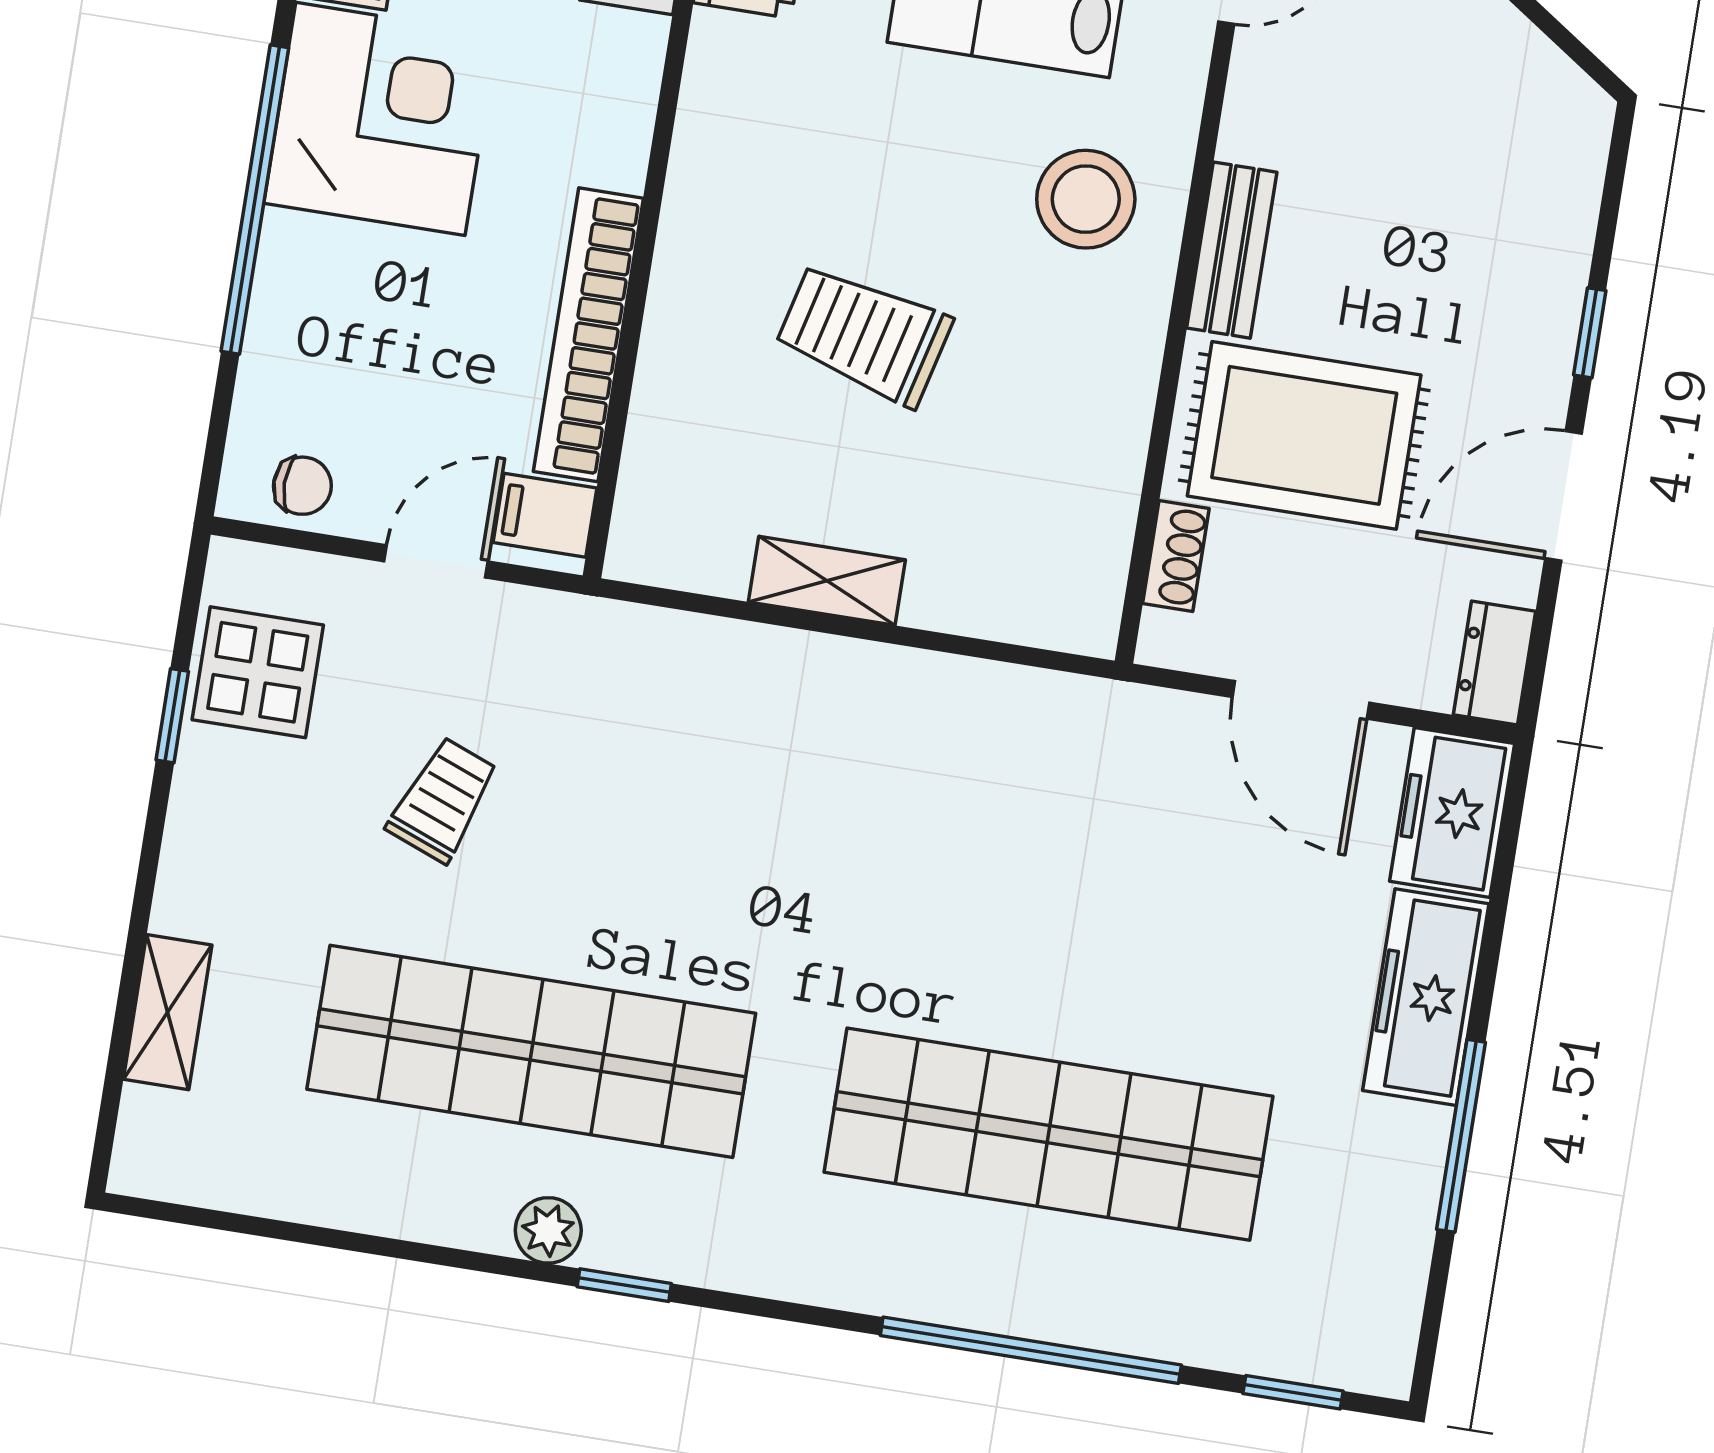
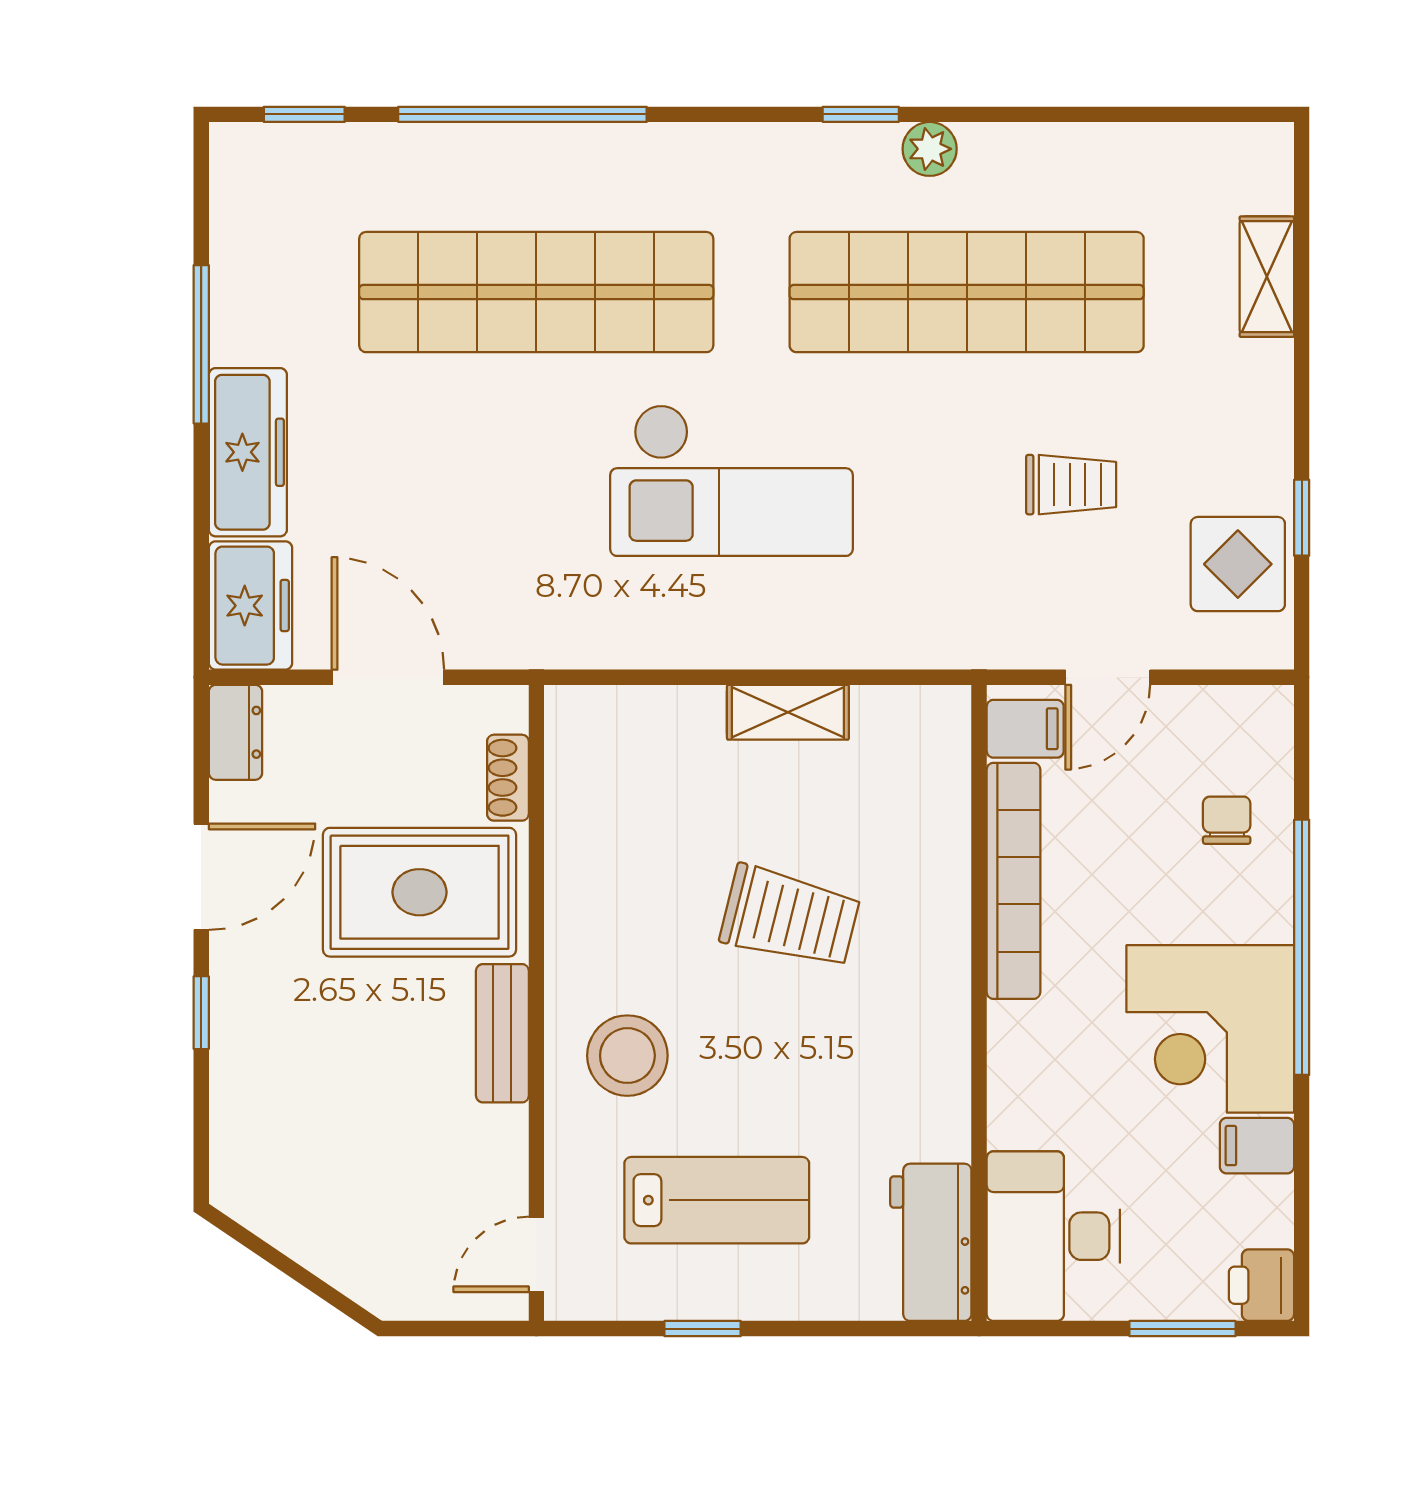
chair: (302, 486) -> (1227, 820), moved, turned 90
trolley: (443, 800) -> (1071, 485), turned -111
checkout: (850, 870) -> (731, 480), added

